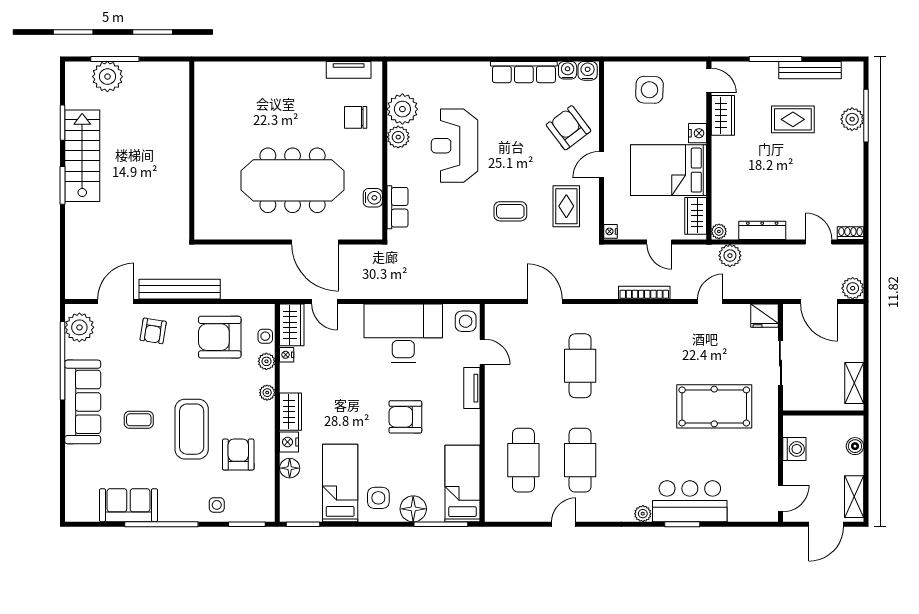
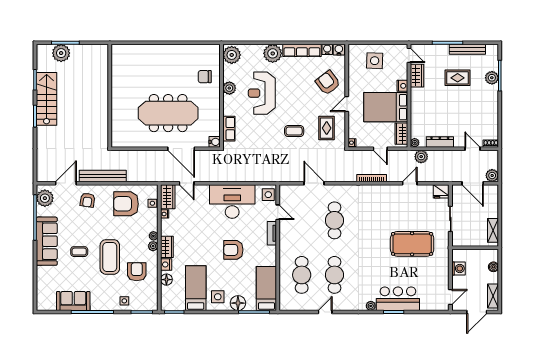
tv unit: (349, 70) -> (201, 49), removed
plant: (473, 77) -> (273, 53), added
plant: (402, 109) -> (232, 55), moved
water cooler: (373, 198) -> (215, 142), moved
plant: (266, 361) -> (153, 246), moved

